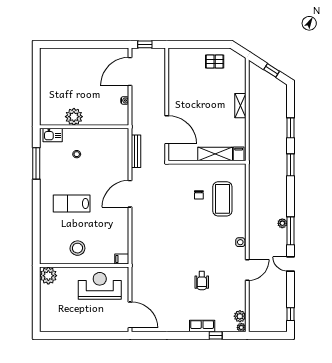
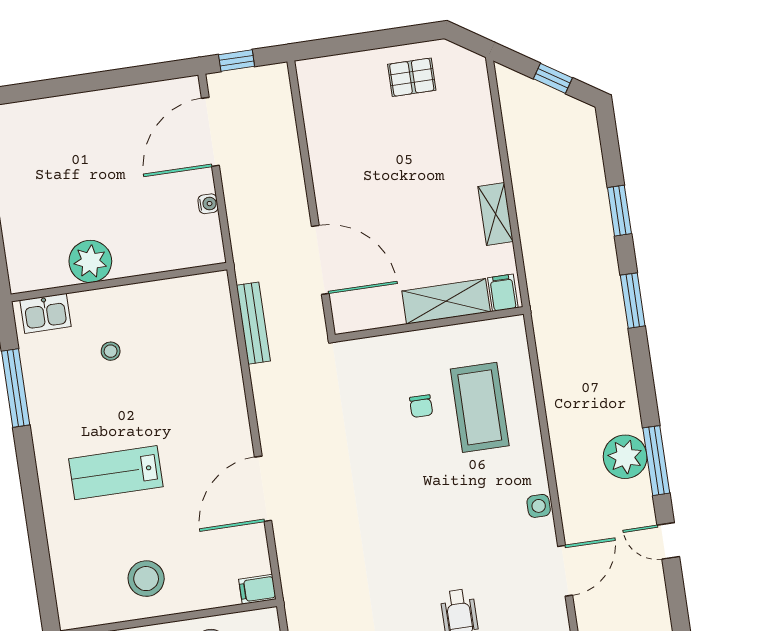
shelving: (240, 106) -> (495, 214), moved
door: (130, 194) -> (263, 489), moved
plant: (282, 223) -> (625, 457), width x1.87, depth x1.87

